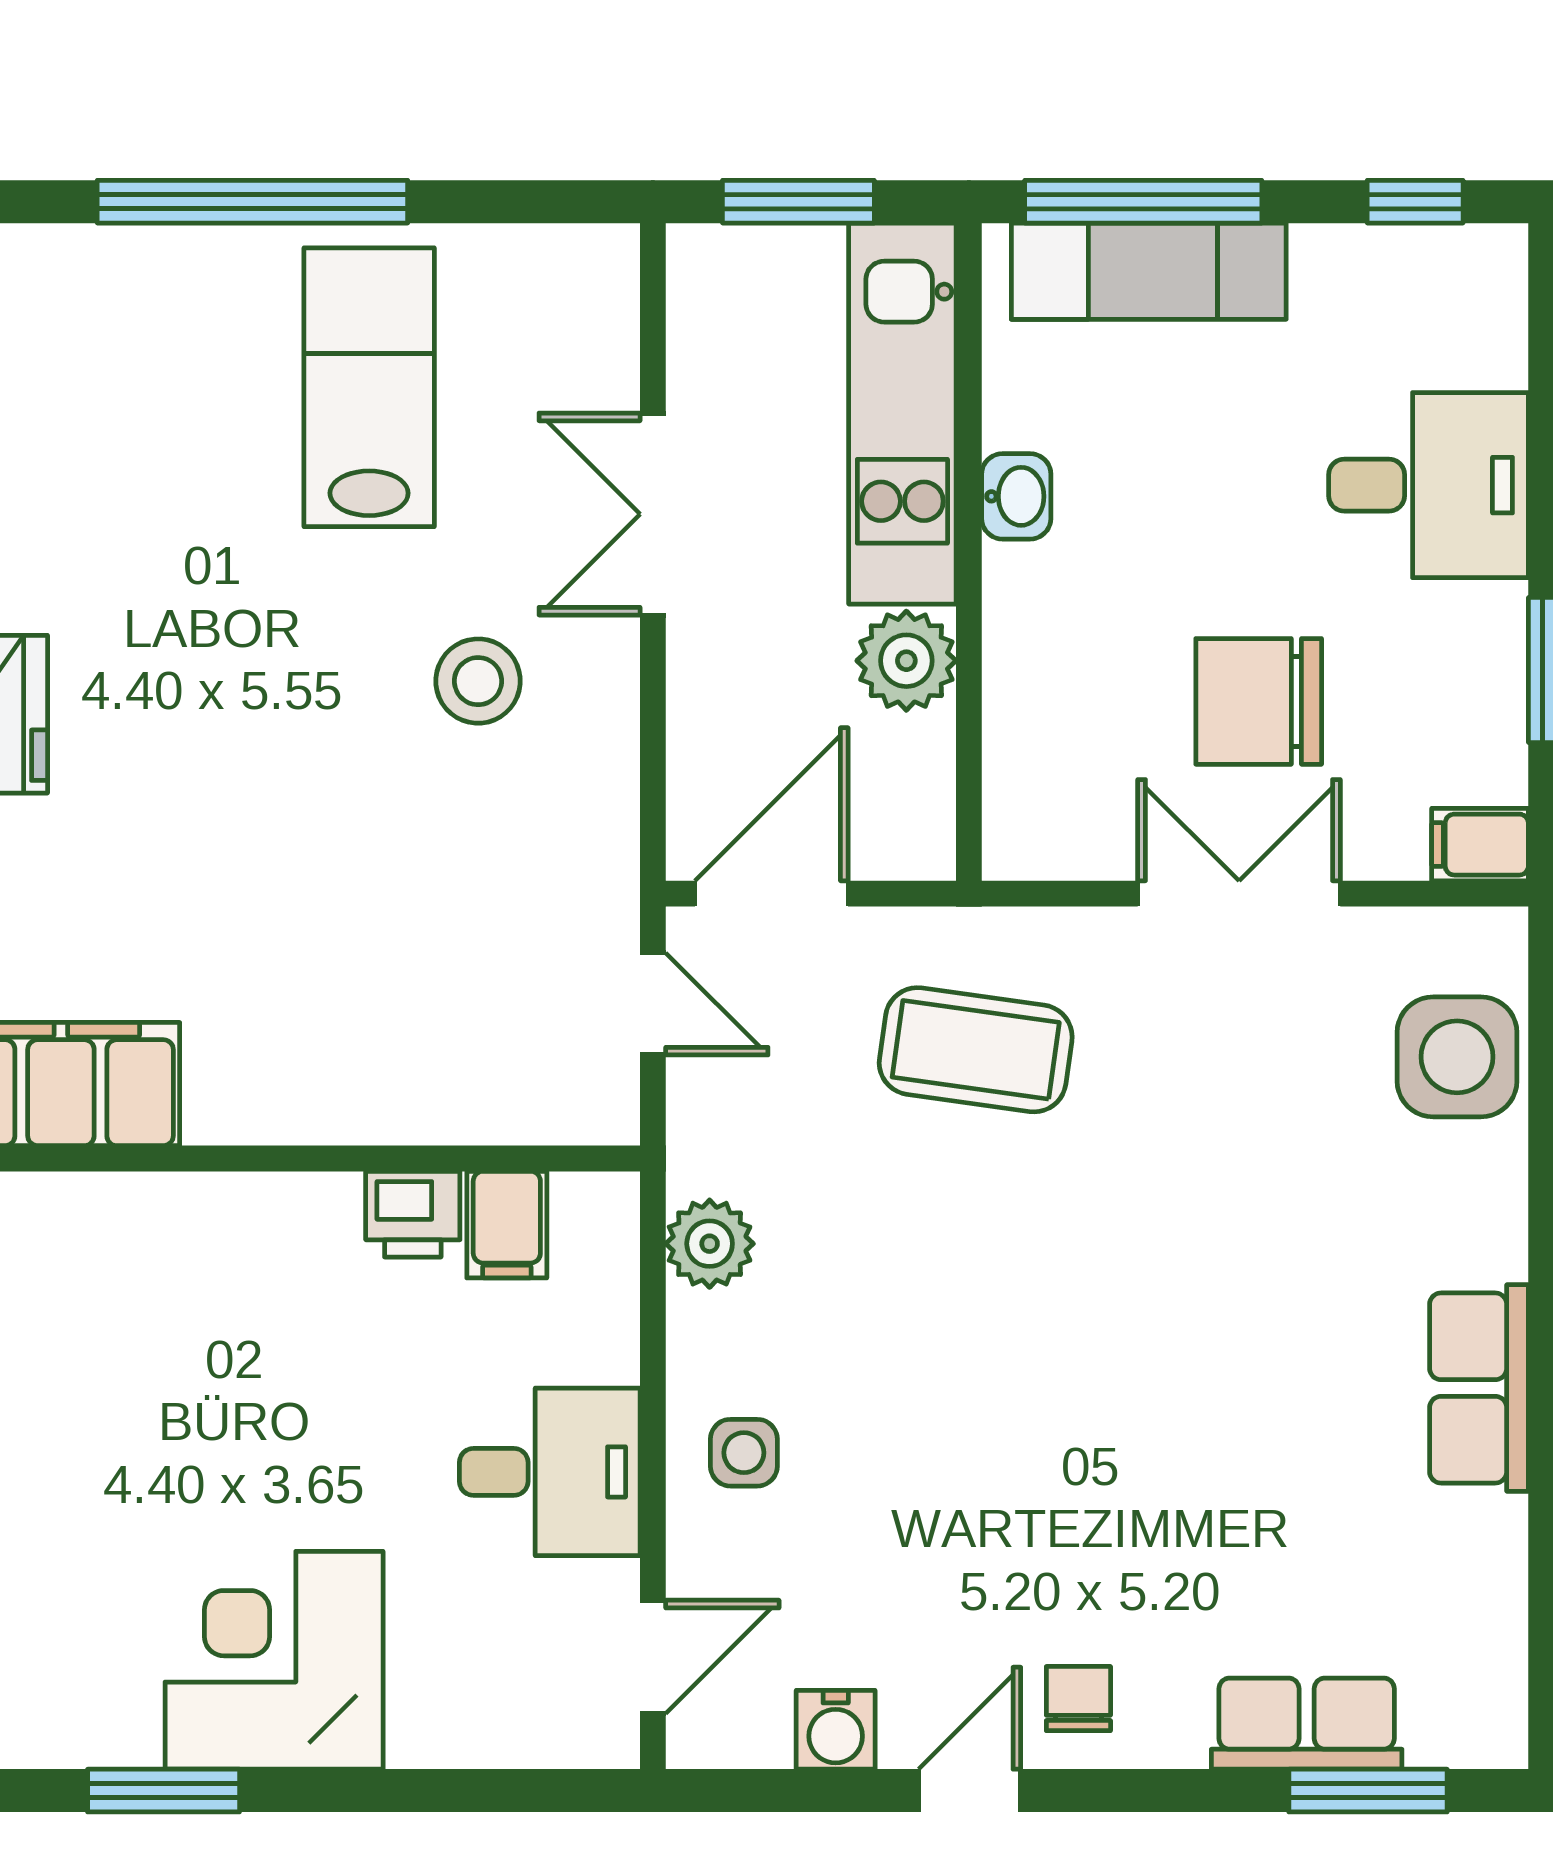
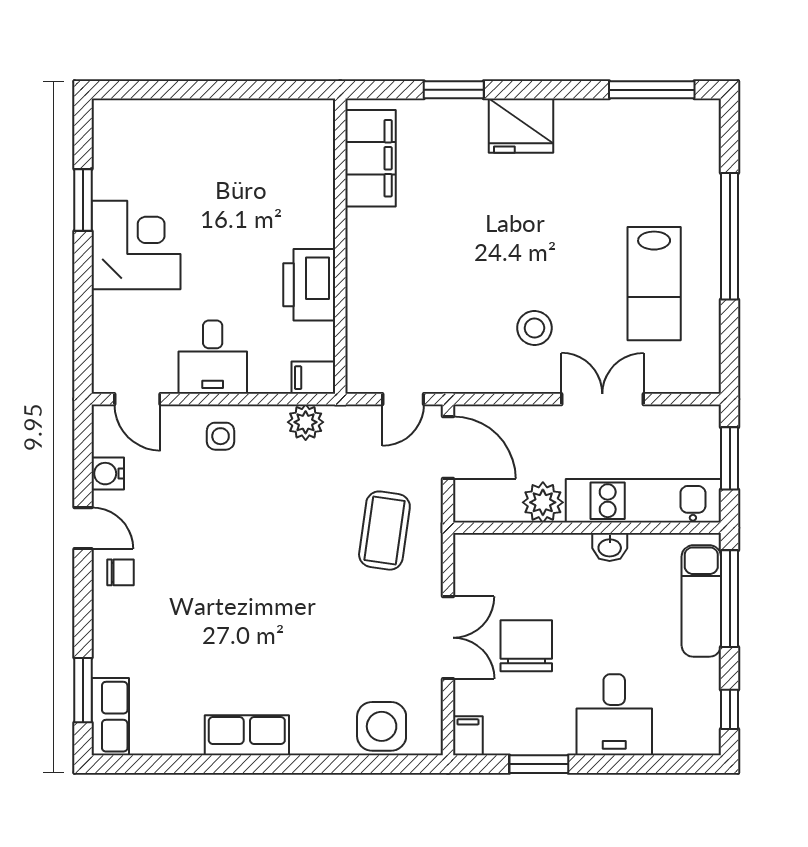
lab bench: (369, 387) -> (654, 284), turned 90
printer: (413, 1214) -> (309, 285), width x1.87, depth x1.48
filing cabinet: (507, 1225) -> (313, 378), moved
row of seats: (1307, 1724) -> (110, 717), moved

